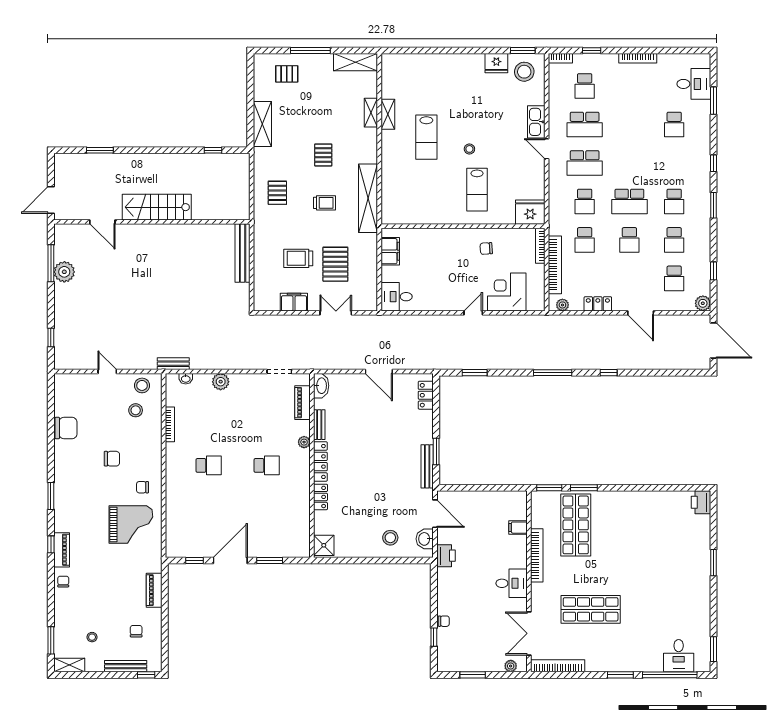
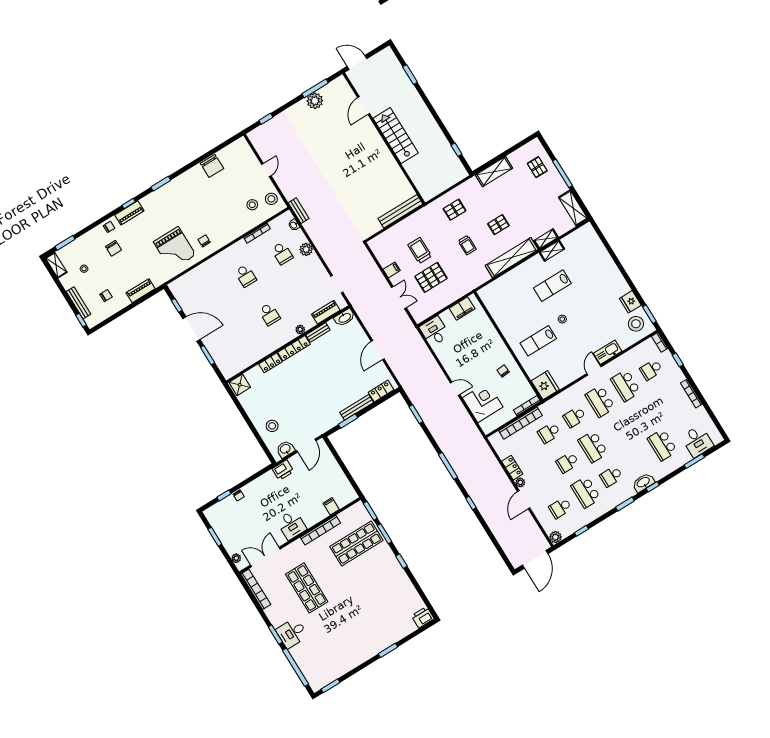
school desk: (674, 125) -> (662, 445), width x1.85
washbasin: (702, 171) -> (643, 482), added
shelving: (368, 198) -> (512, 258), moved
school desk: (674, 240) -> (586, 492), width x1.85
filing cabinet: (294, 302) -> (392, 270), width x0.50
plant: (562, 305) -> (520, 482), moved
school desk: (209, 410) -> (282, 253), added
chair: (112, 459) -> (113, 248), moved
bench: (427, 466) -> (357, 407), moved
window: (625, 488) -> (401, 561), added
desk: (679, 656) -> (292, 633), moved

